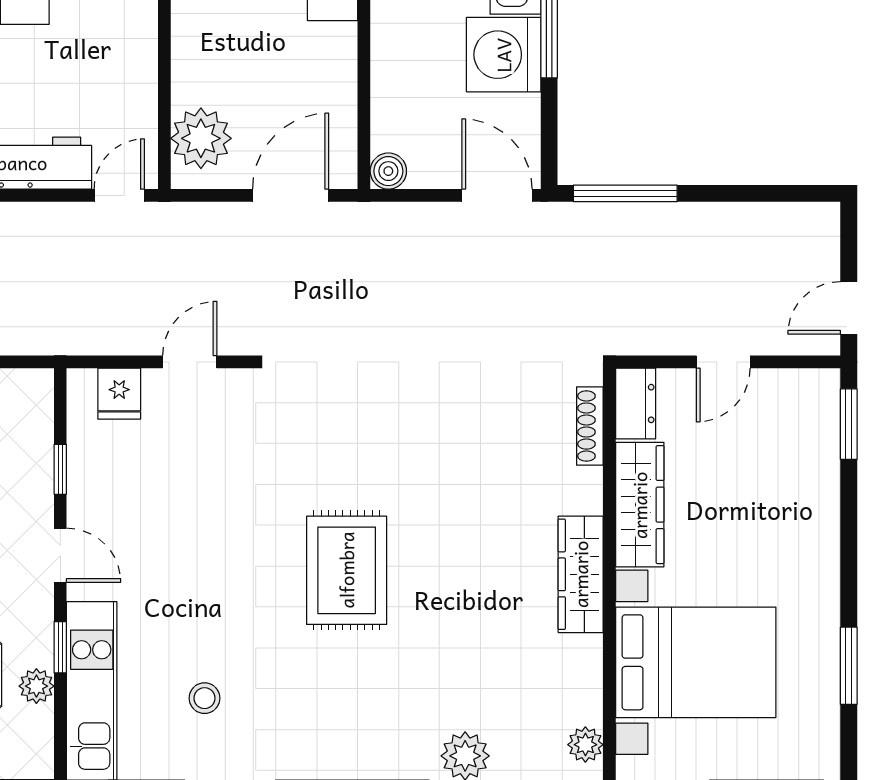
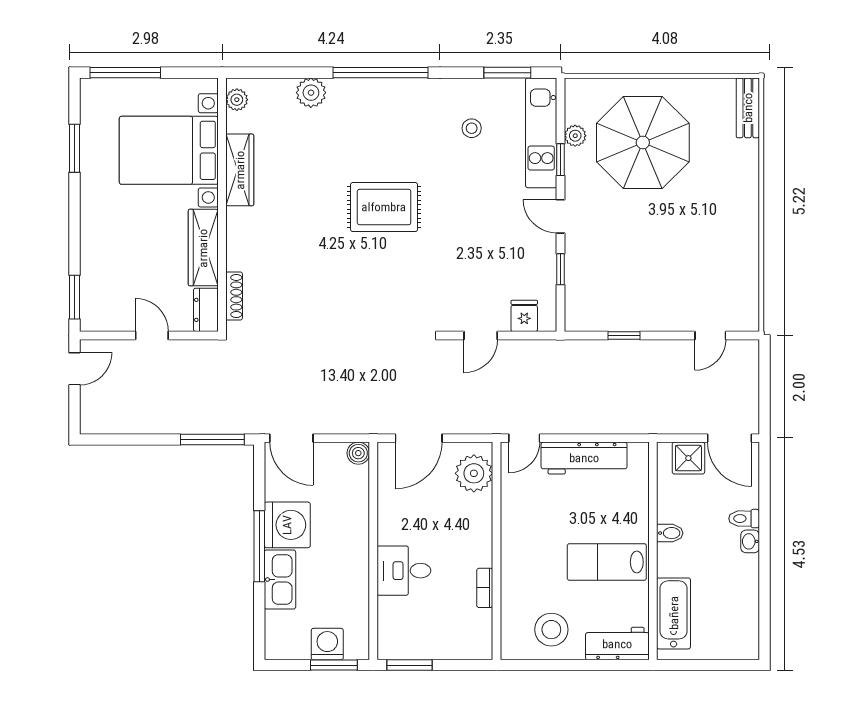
door: (723, 362) -> (152, 336), hinge flipped
rug: (347, 570) -> (384, 207), turned 90
wardrobe: (581, 574) -> (240, 170), moved

